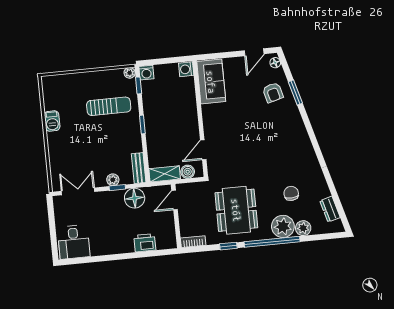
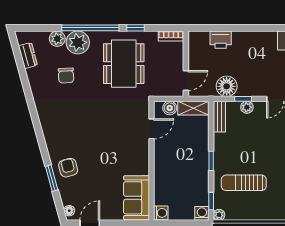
armchair: (273, 93) -> (68, 168), moved

